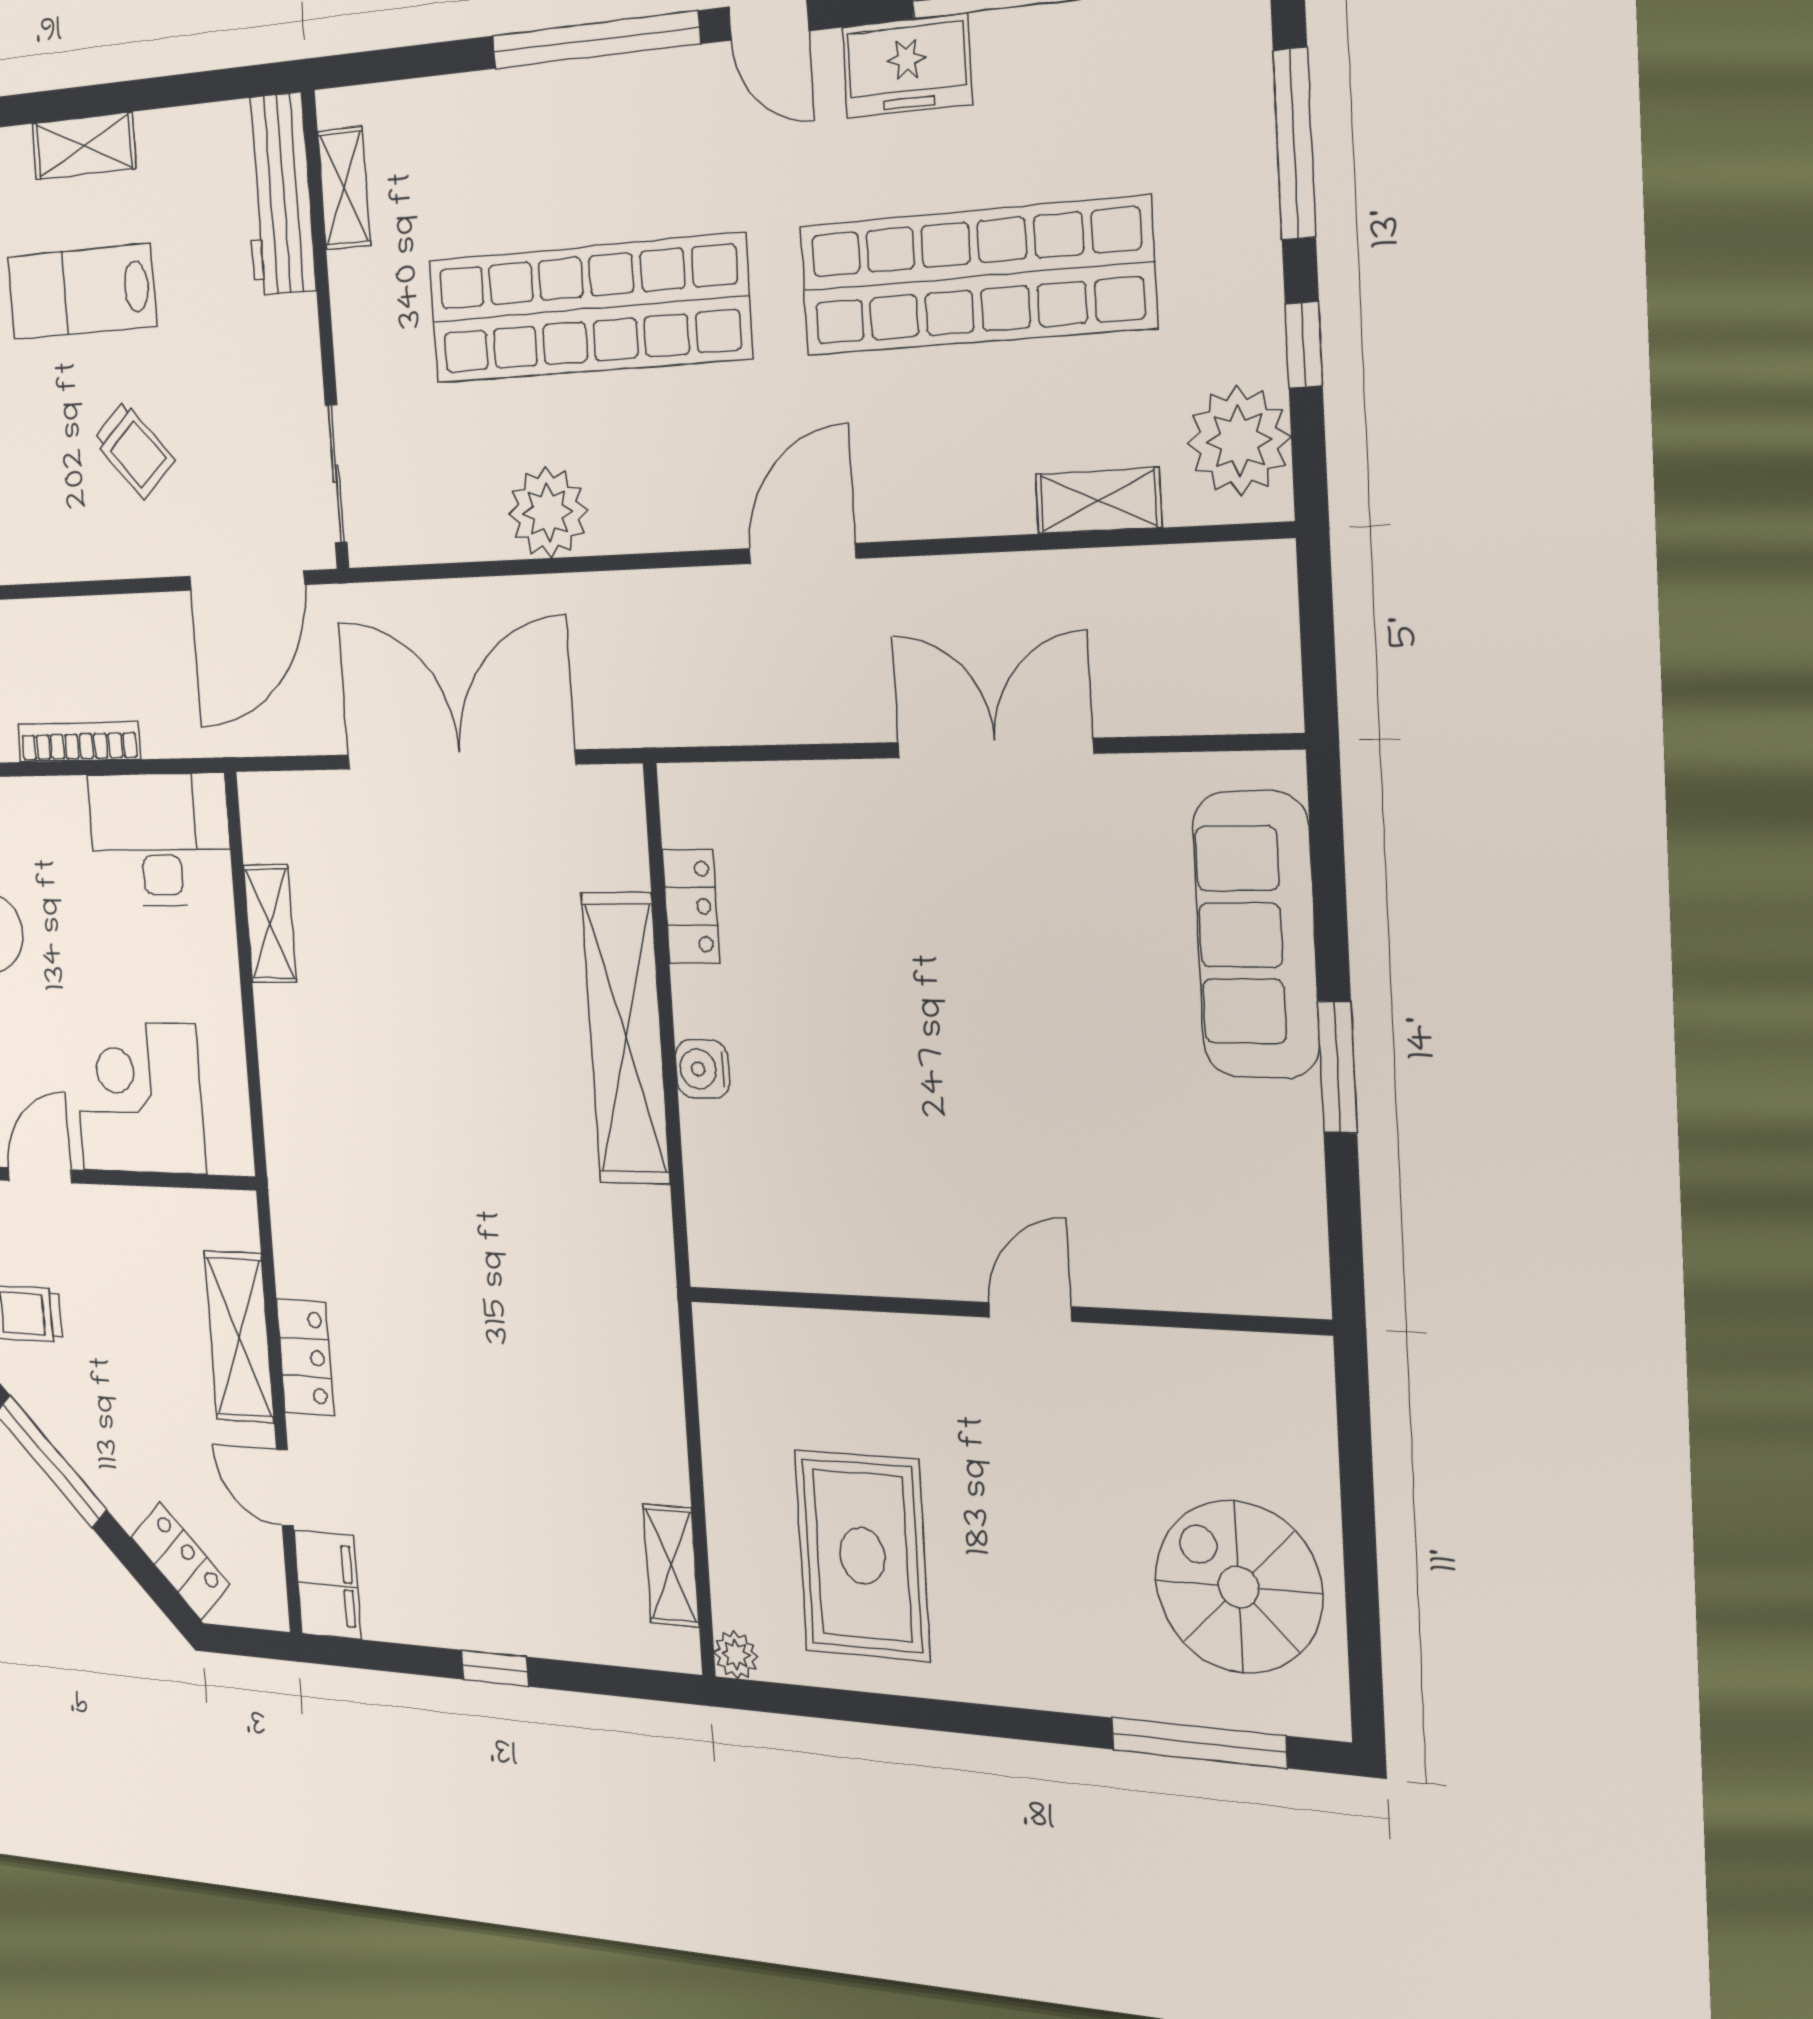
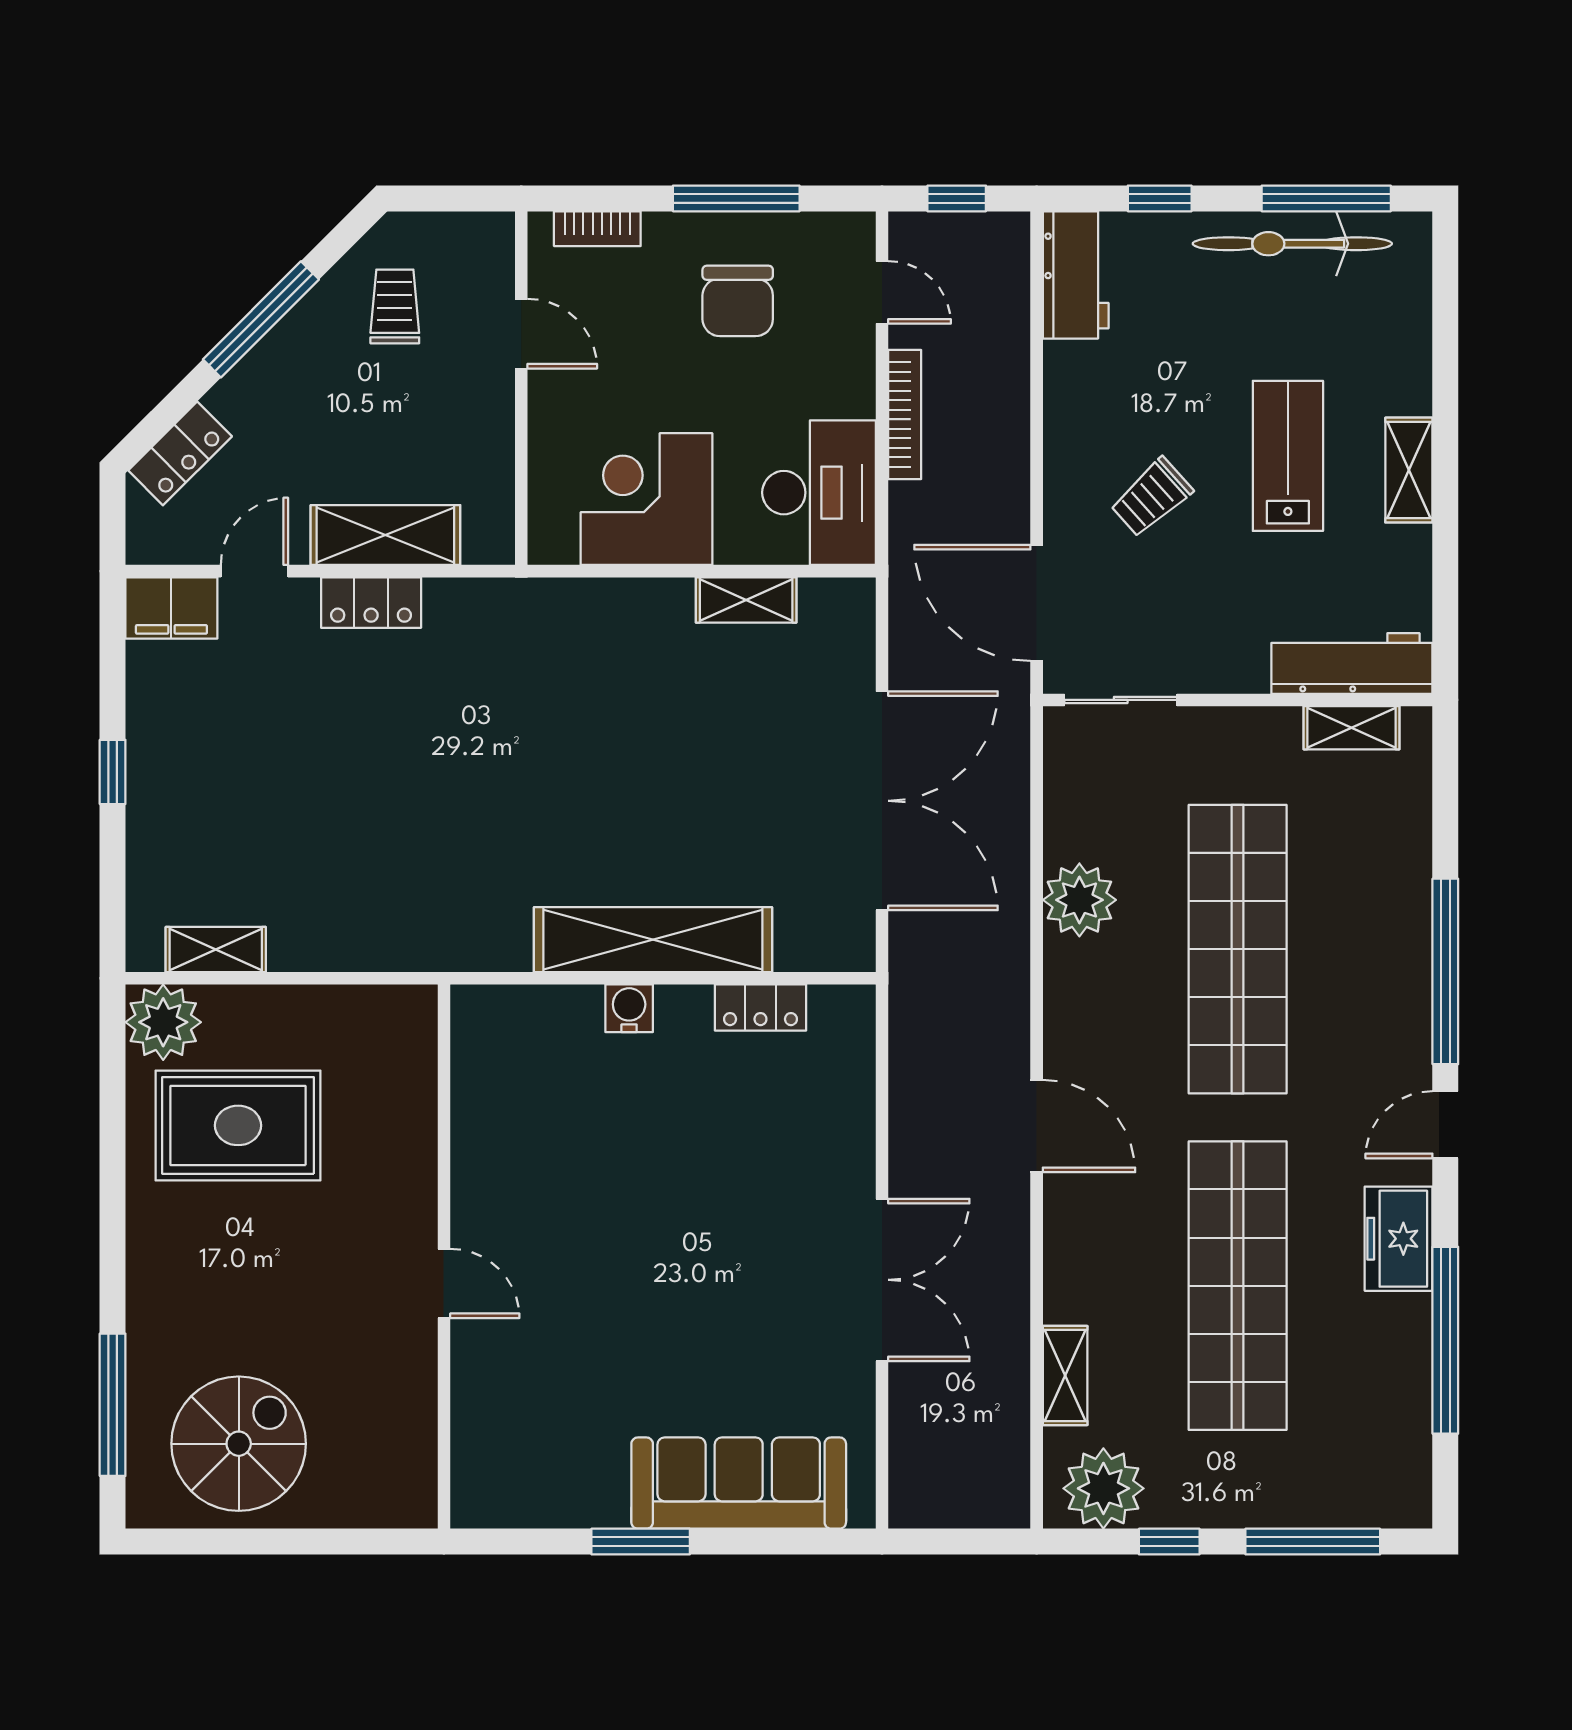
corner desk: (139, 1098) -> (647, 499), moved, turned -90
plant: (736, 1655) -> (163, 1022), width x1.87, depth x1.87

